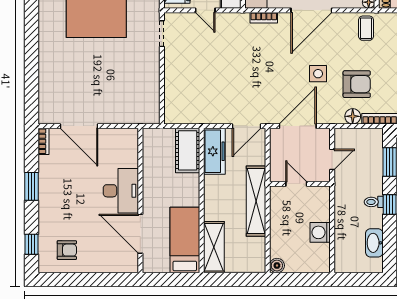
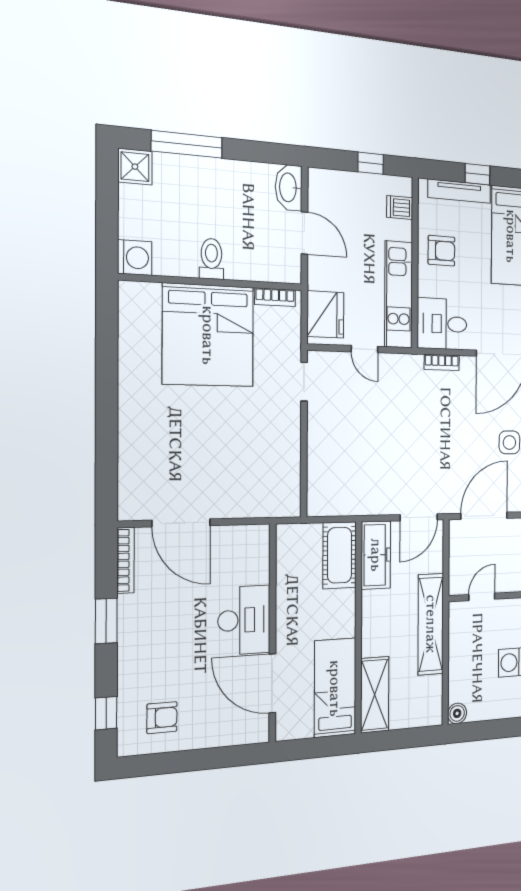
bookcase: (44, 141) -> (126, 560), width x1.56
door: (296, 184) -> (482, 597), hinge flipped

